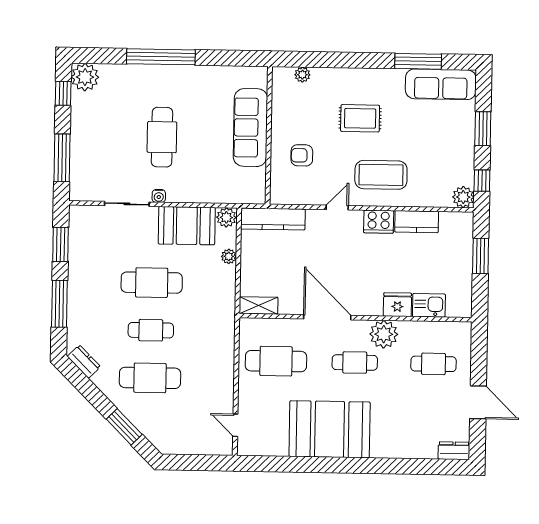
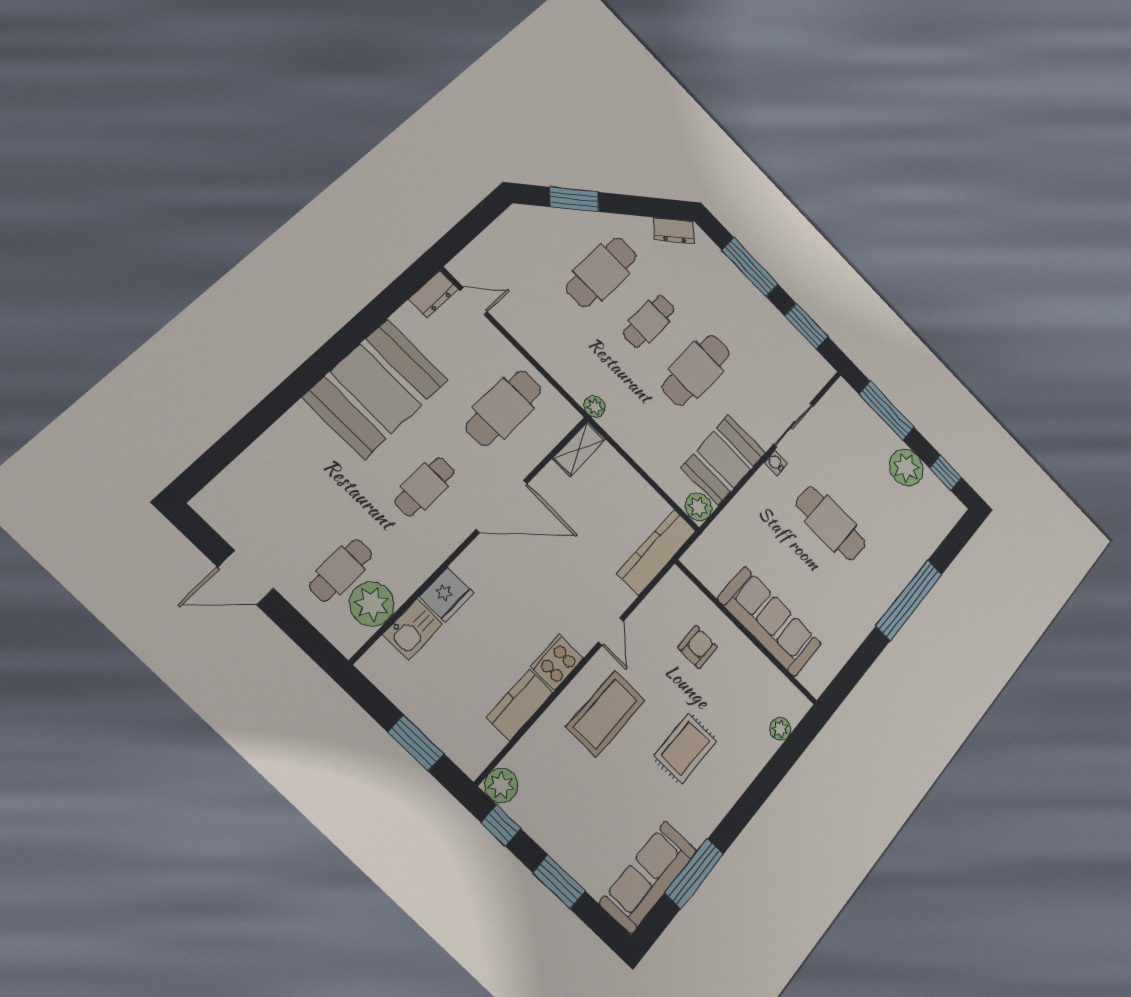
plant: (85, 77) -> (906, 468), moved
plant: (229, 256) -> (595, 407), moved
plant: (384, 334) -> (372, 604), moved
dresser: (454, 451) -> (433, 294), moved

